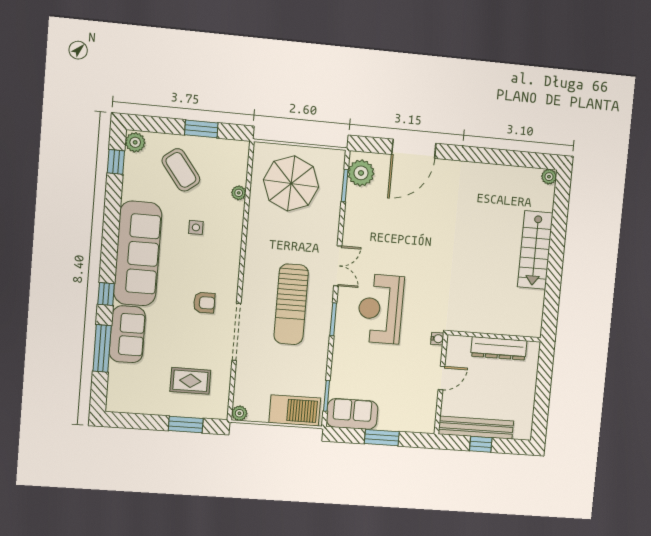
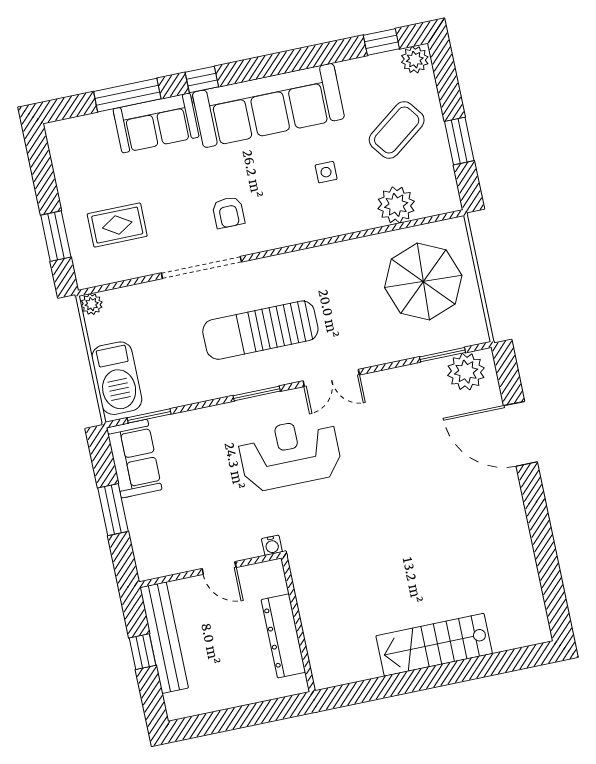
plant: (549, 177) -> (540, 633), removed
plant: (239, 193) -> (396, 205), width x1.87, depth x1.87
rug: (190, 381) -> (117, 225), turned 90

